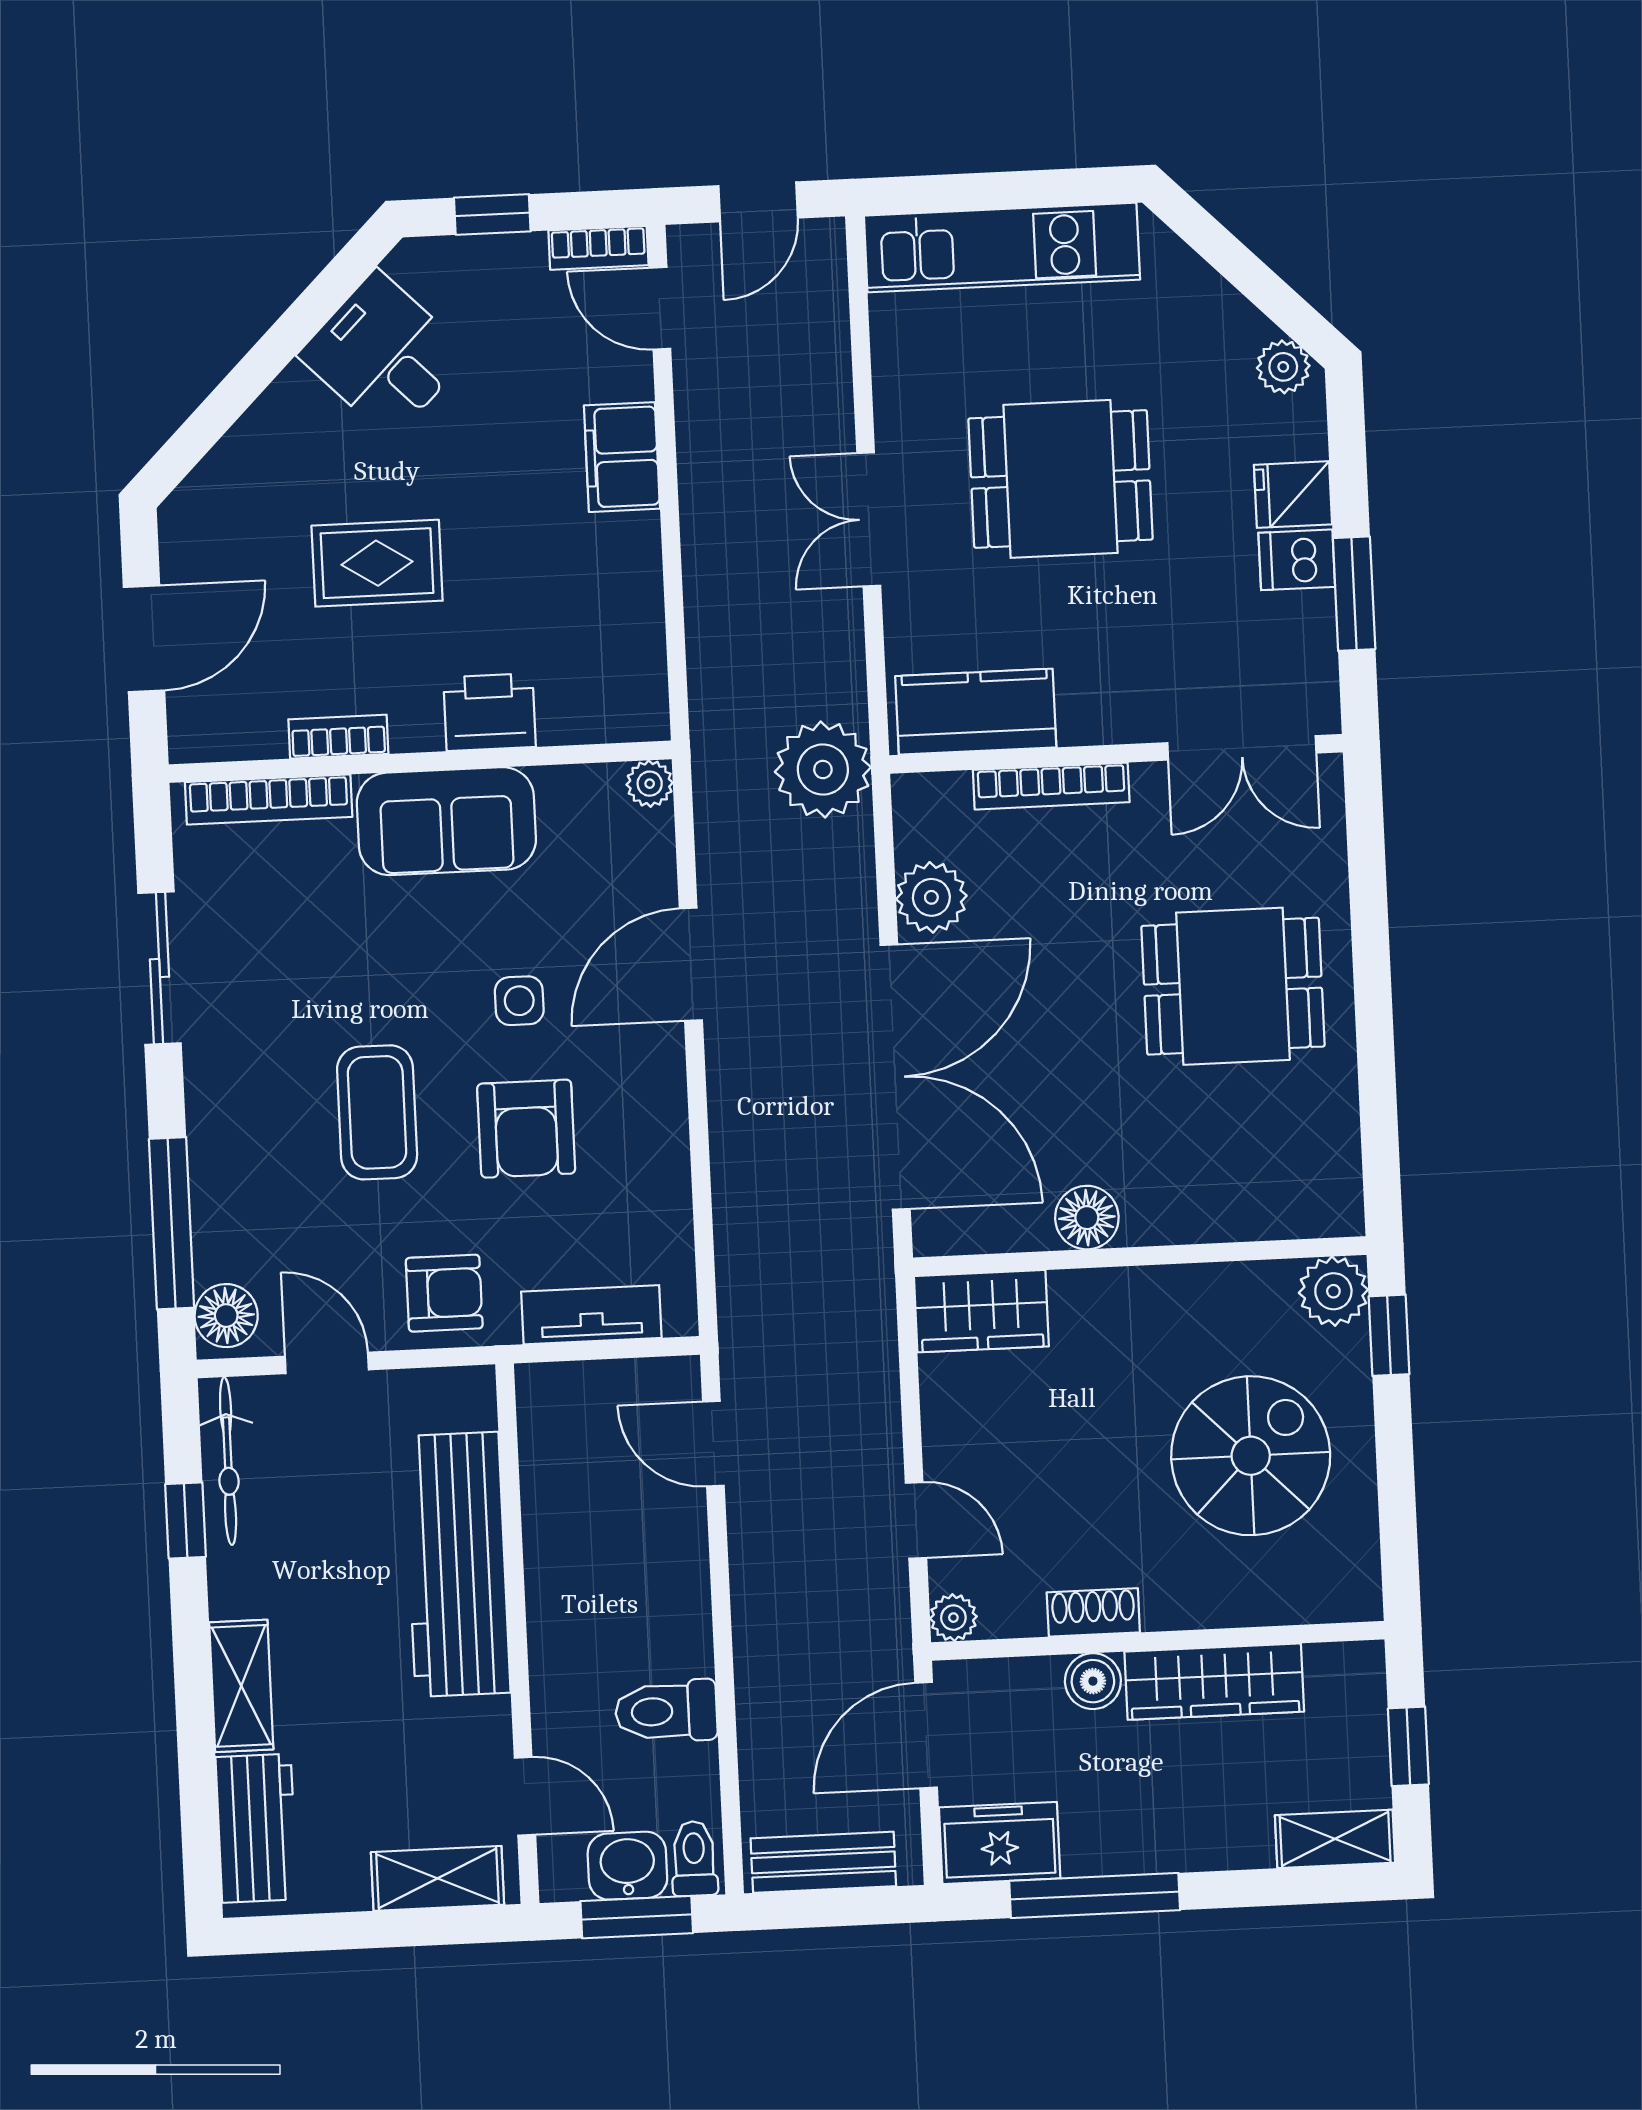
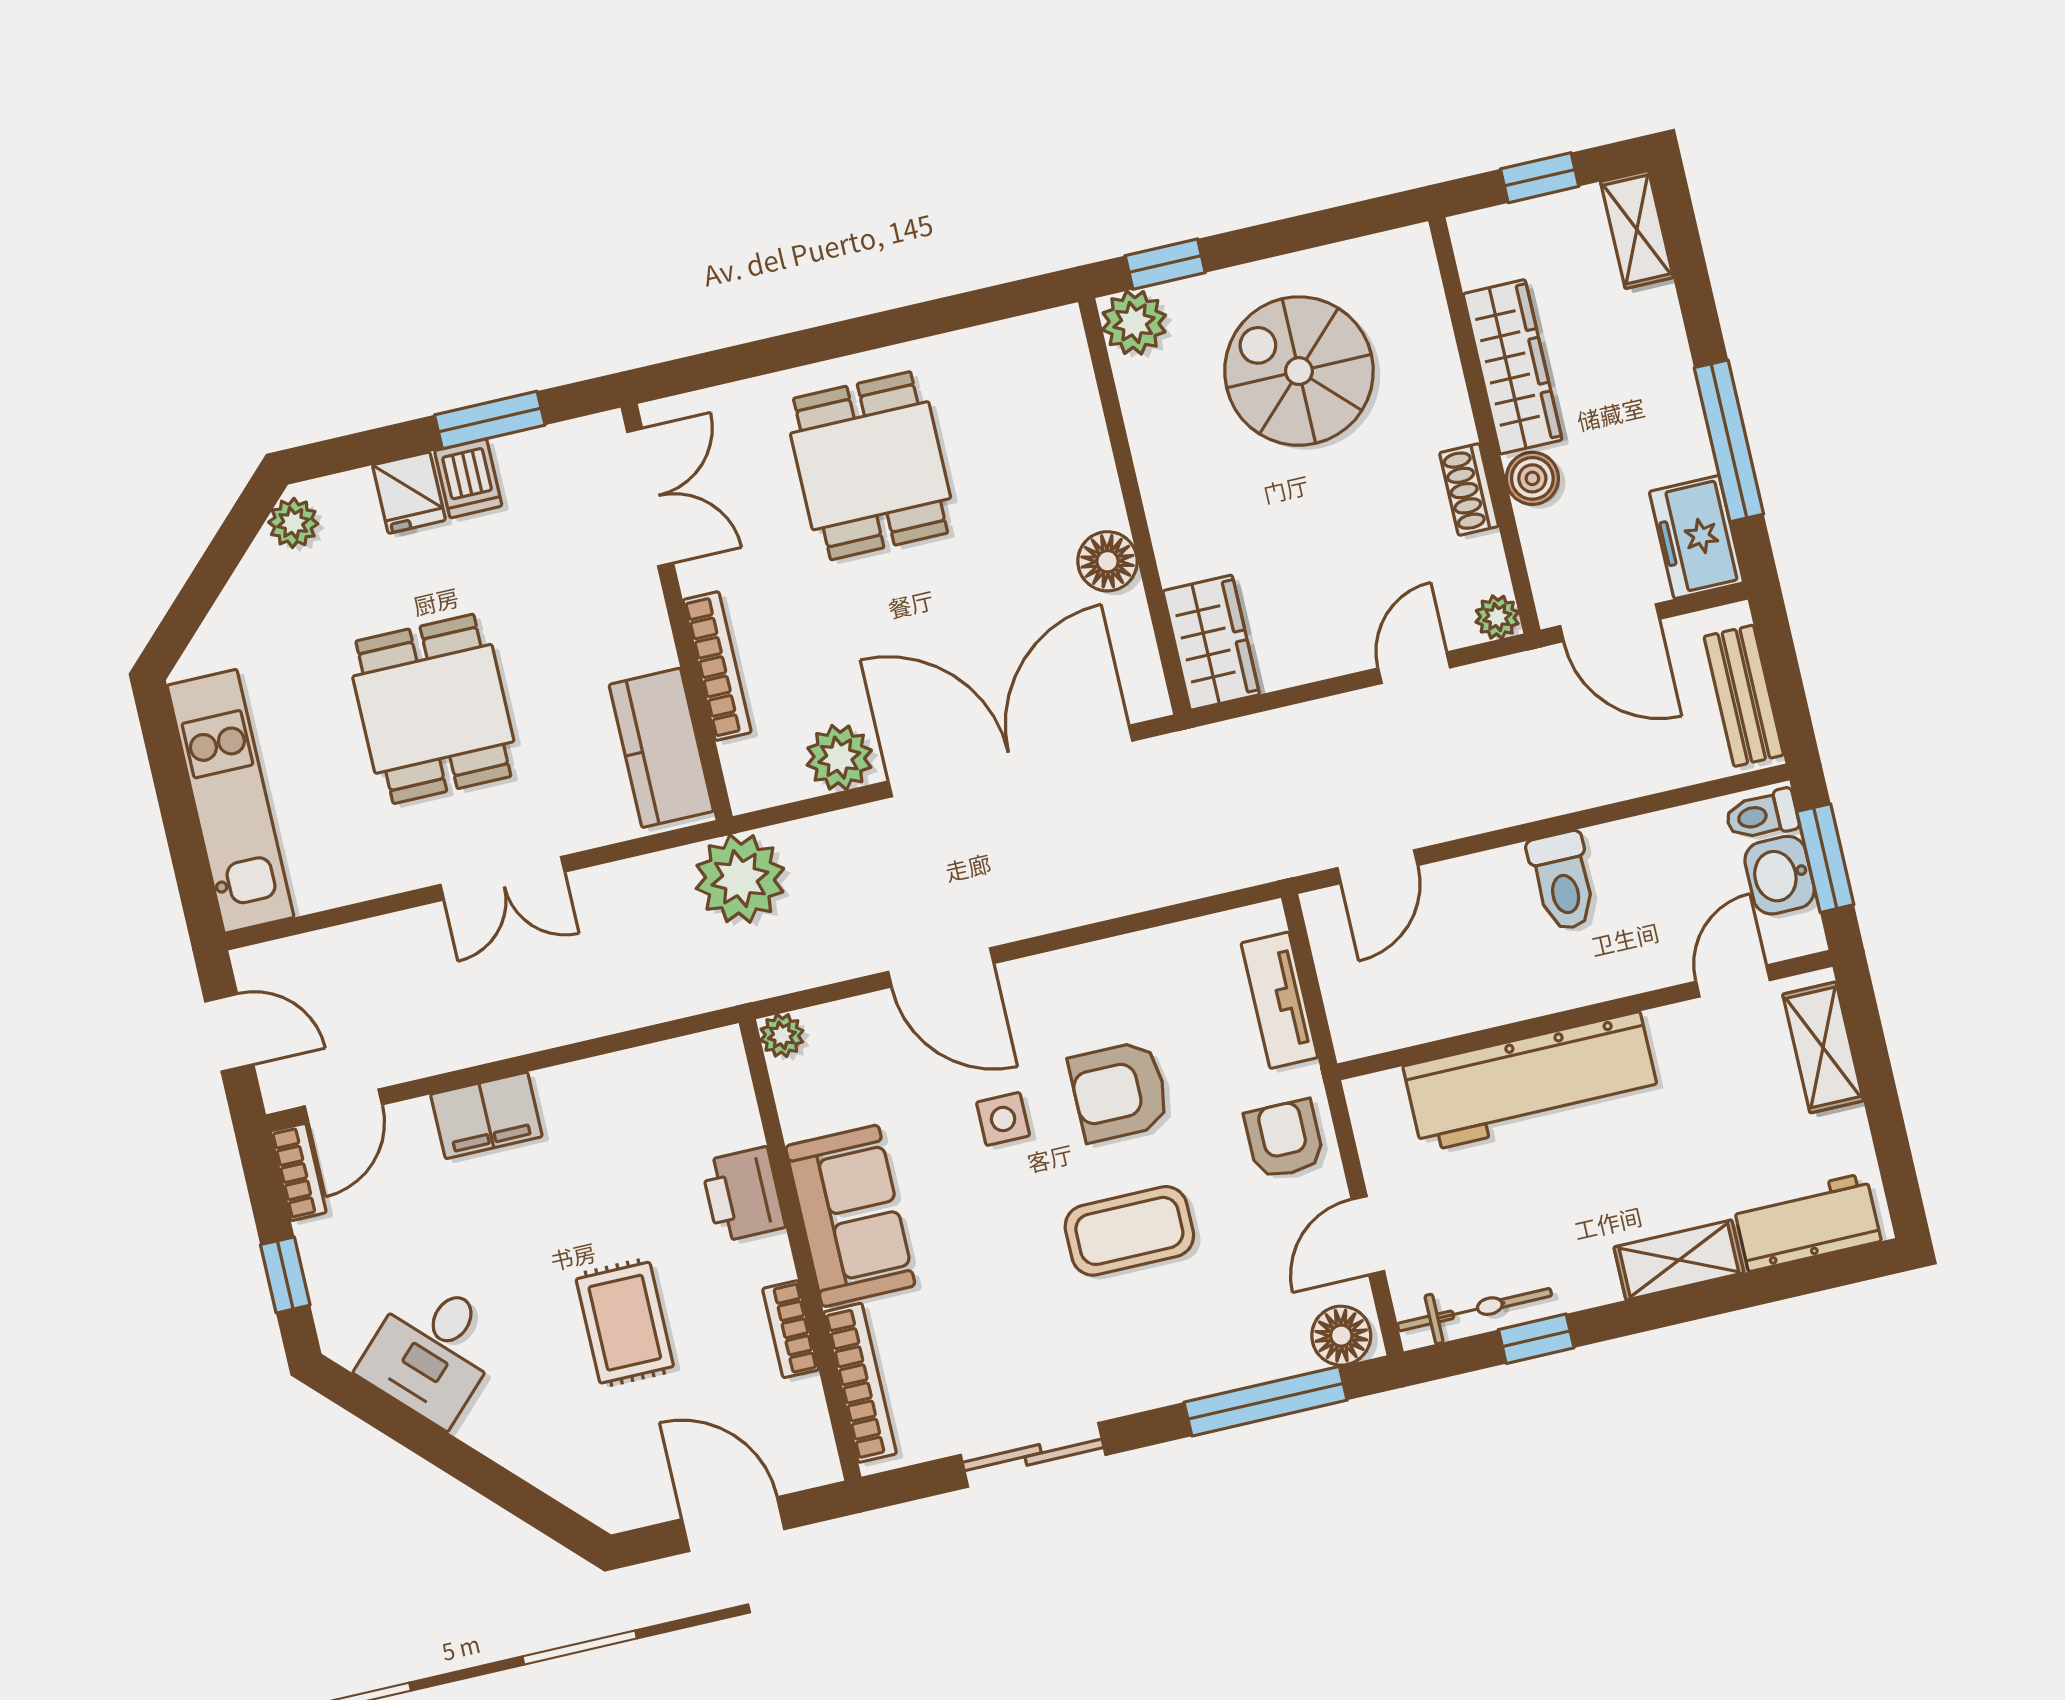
armchair: (526, 1129) -> (1119, 1091), turned 180
toilet: (666, 1711) -> (1563, 881), moved

